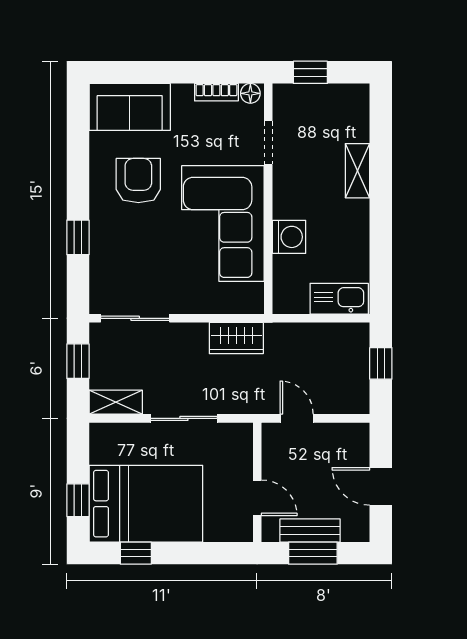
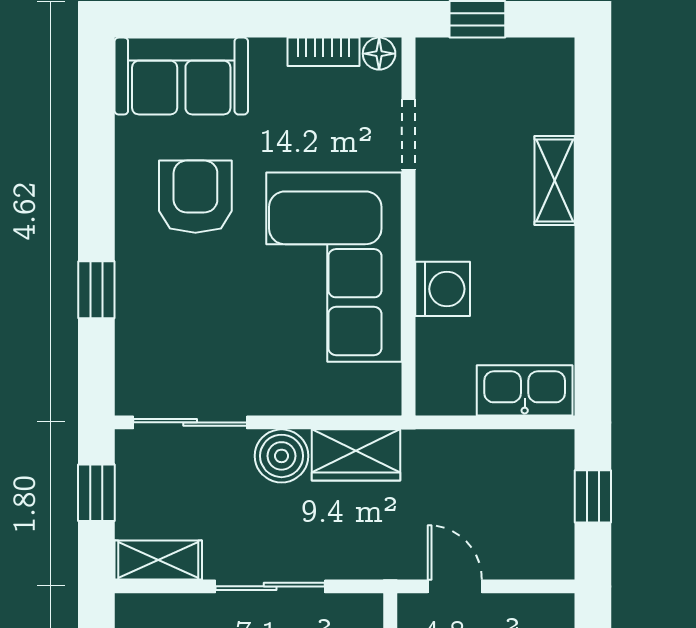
boiler: (191, 339) -> (282, 456), added

